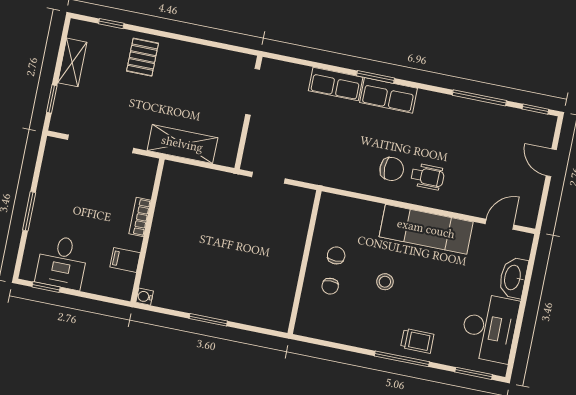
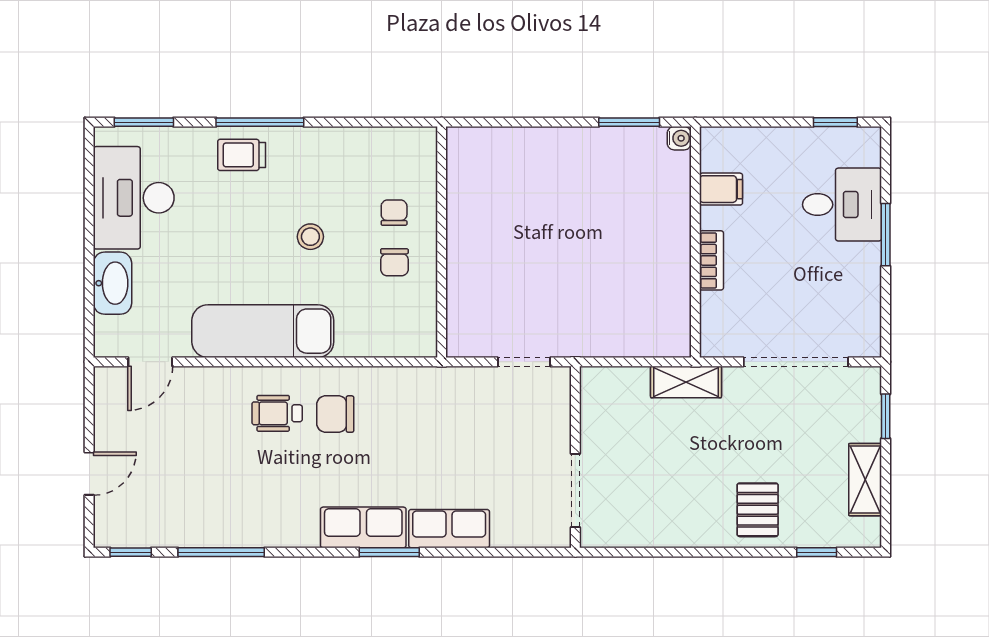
shelving: (182, 144) -> (686, 382), width x0.67, depth x0.75
door: (551, 163) -> (89, 474), hinge flipped
desk: (62, 262) -> (842, 205), moved, turned 90
window: (208, 320) -> (629, 122), moved

